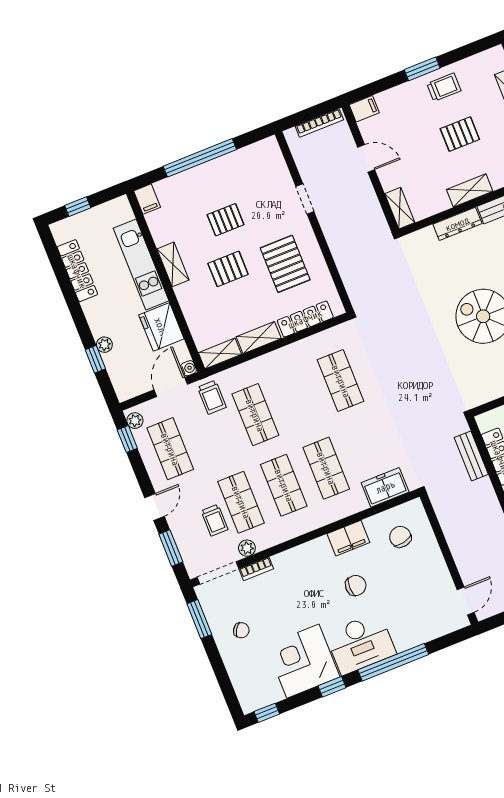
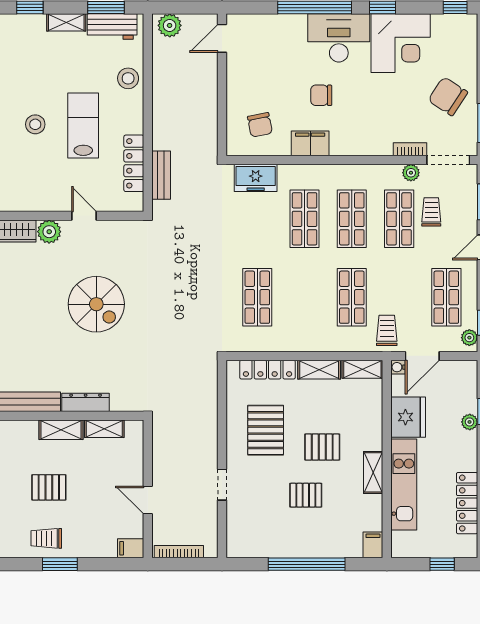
shelving: (400, 208) -> (104, 429), moved, turned 90
chair: (241, 630) -> (448, 96), width x1.87, depth x1.87

